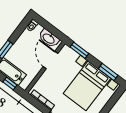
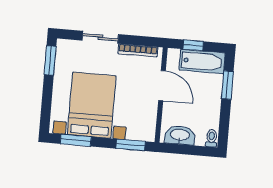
door: (51, 60) -> (162, 86), moved

